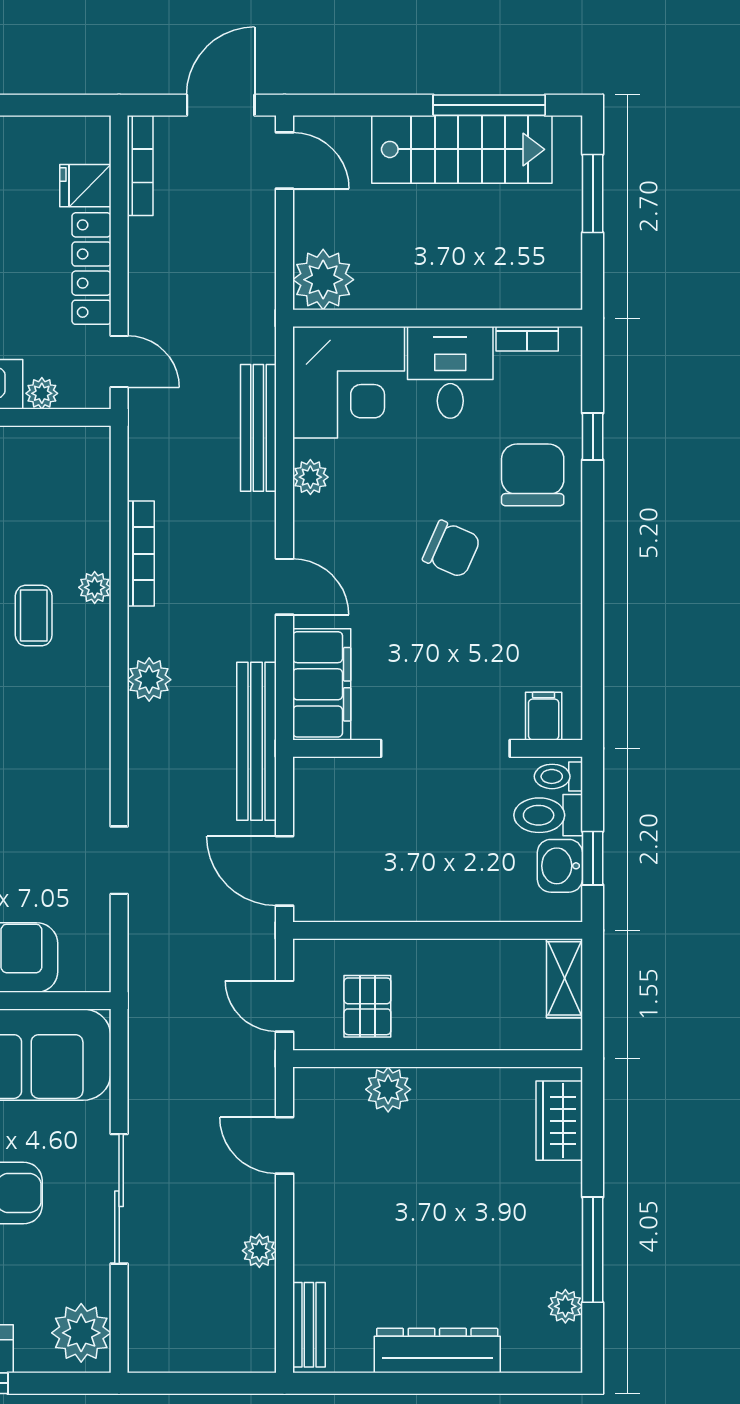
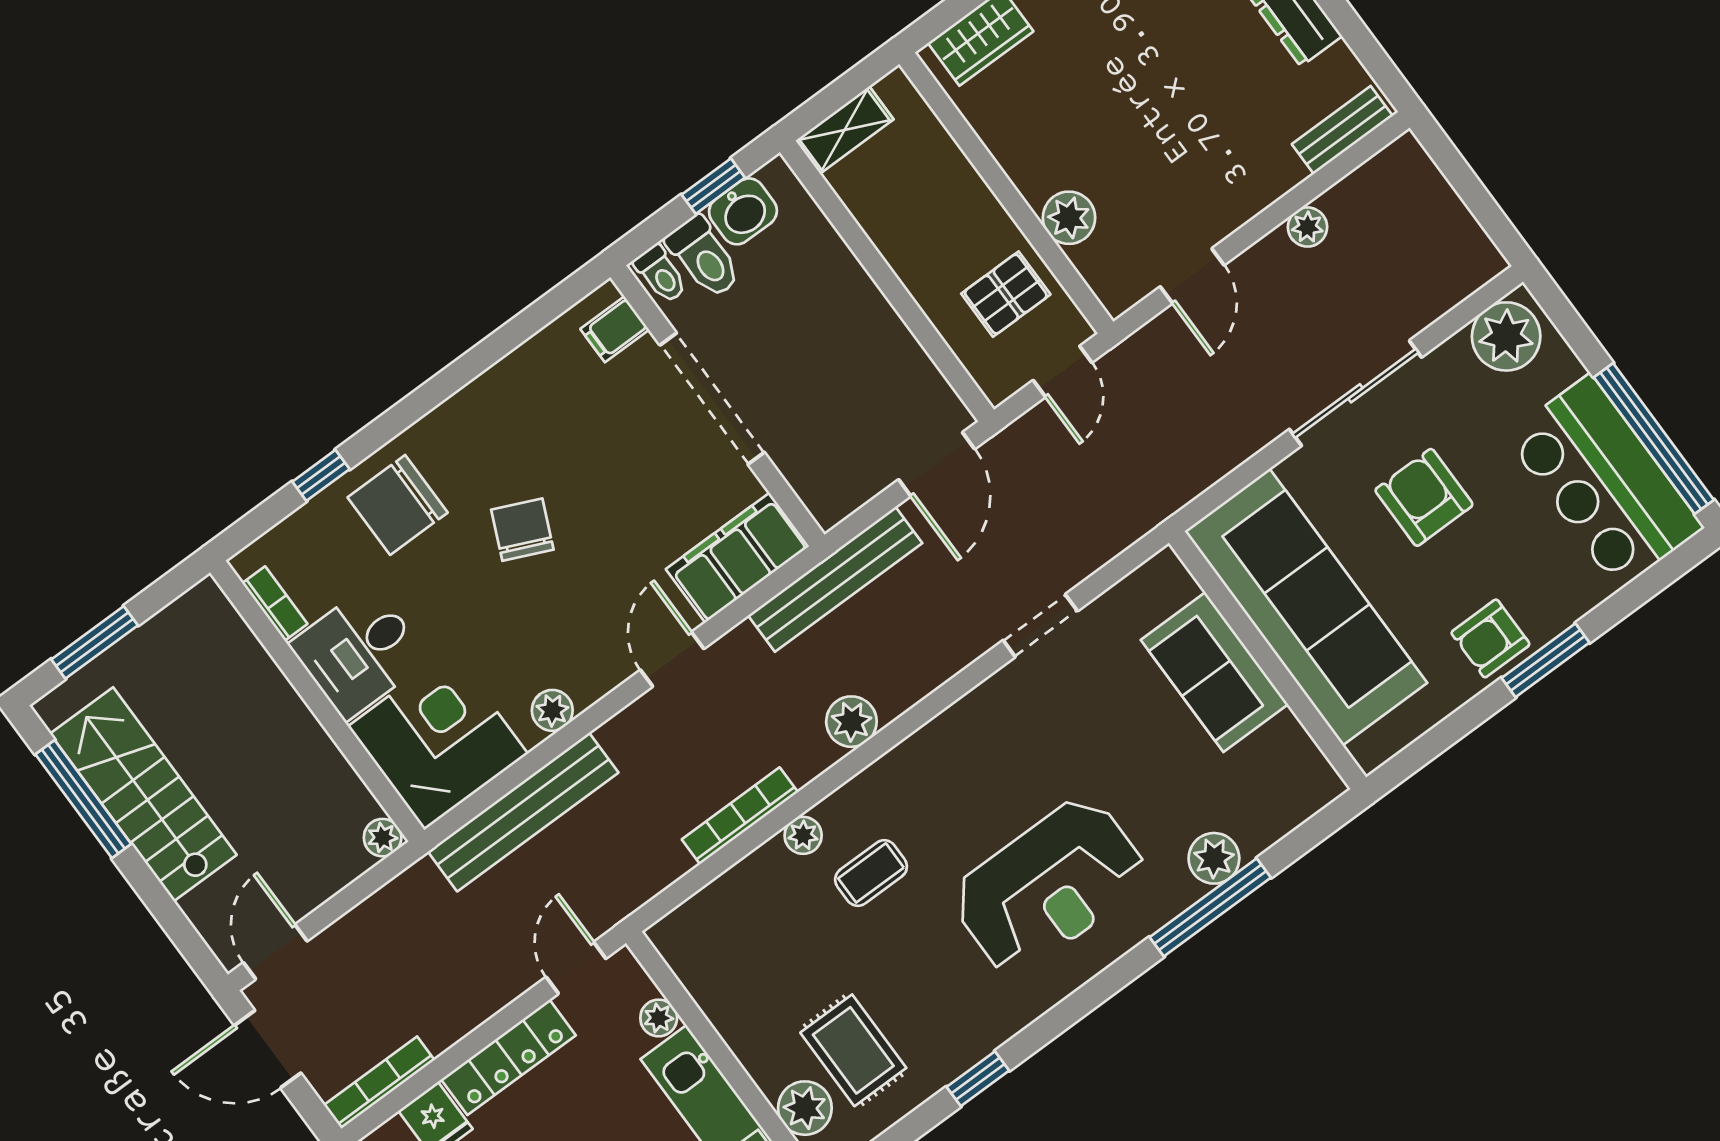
plant: (323, 280) -> (383, 838), width x0.53, depth x0.53
bench: (258, 428) -> (523, 812), width x1.37, depth x1.21

